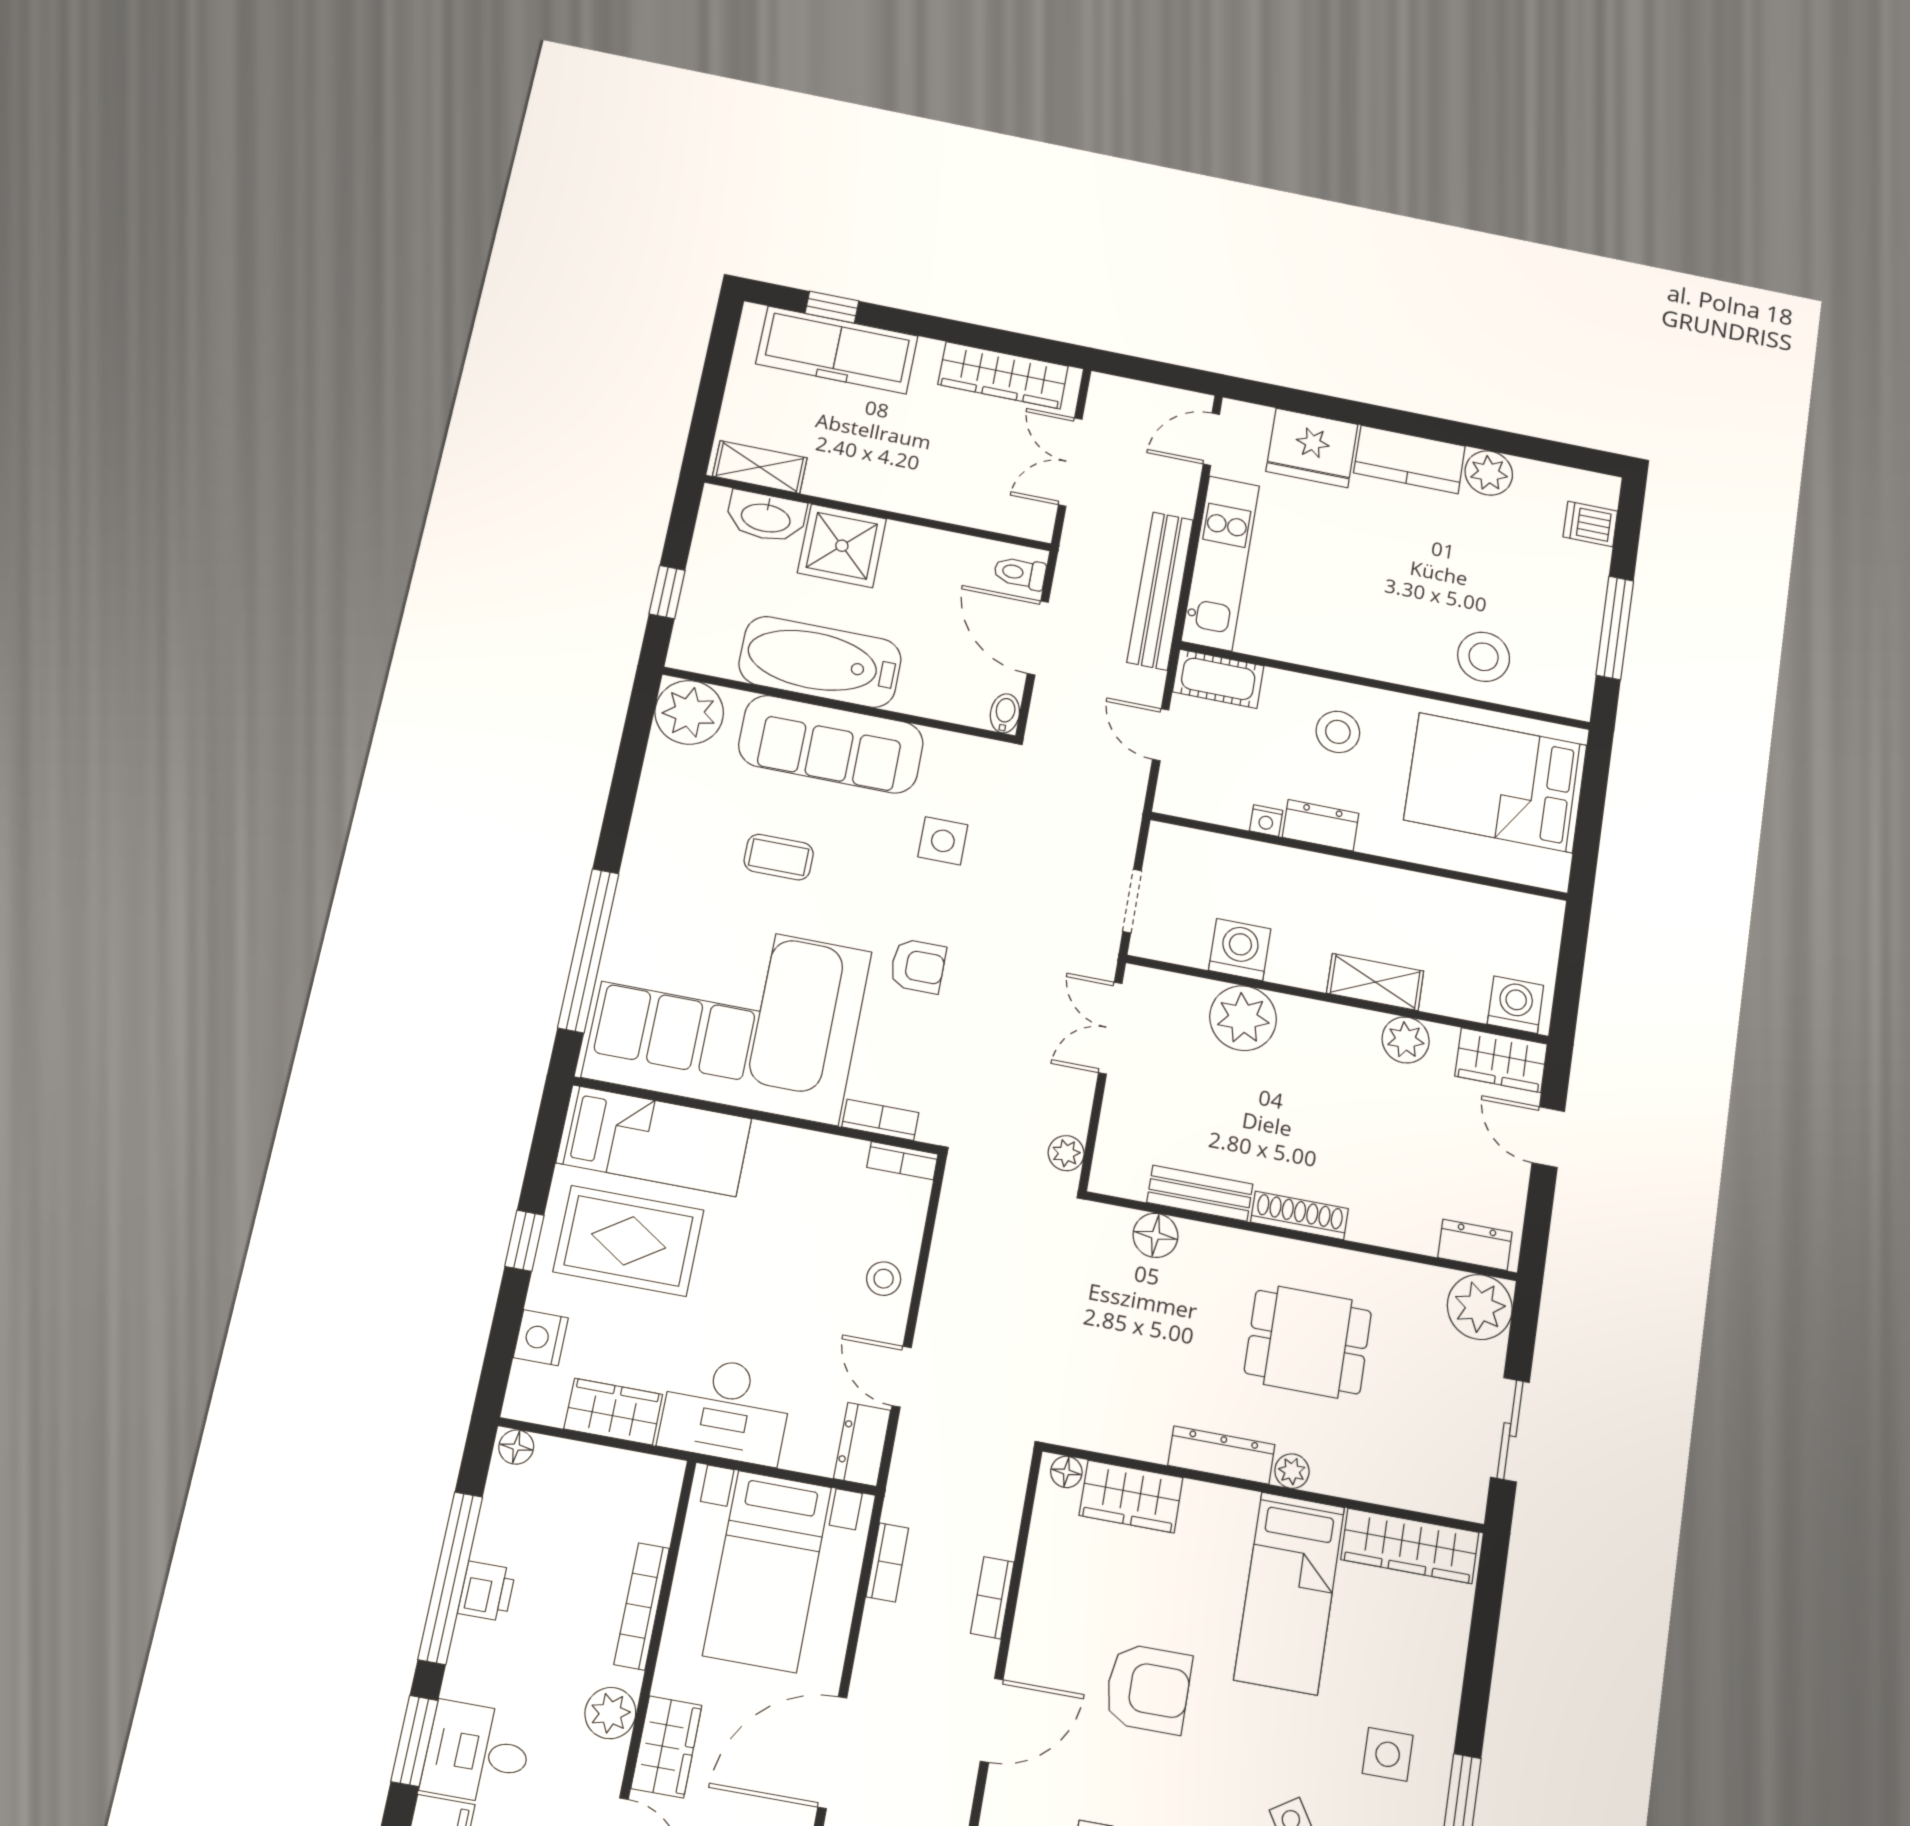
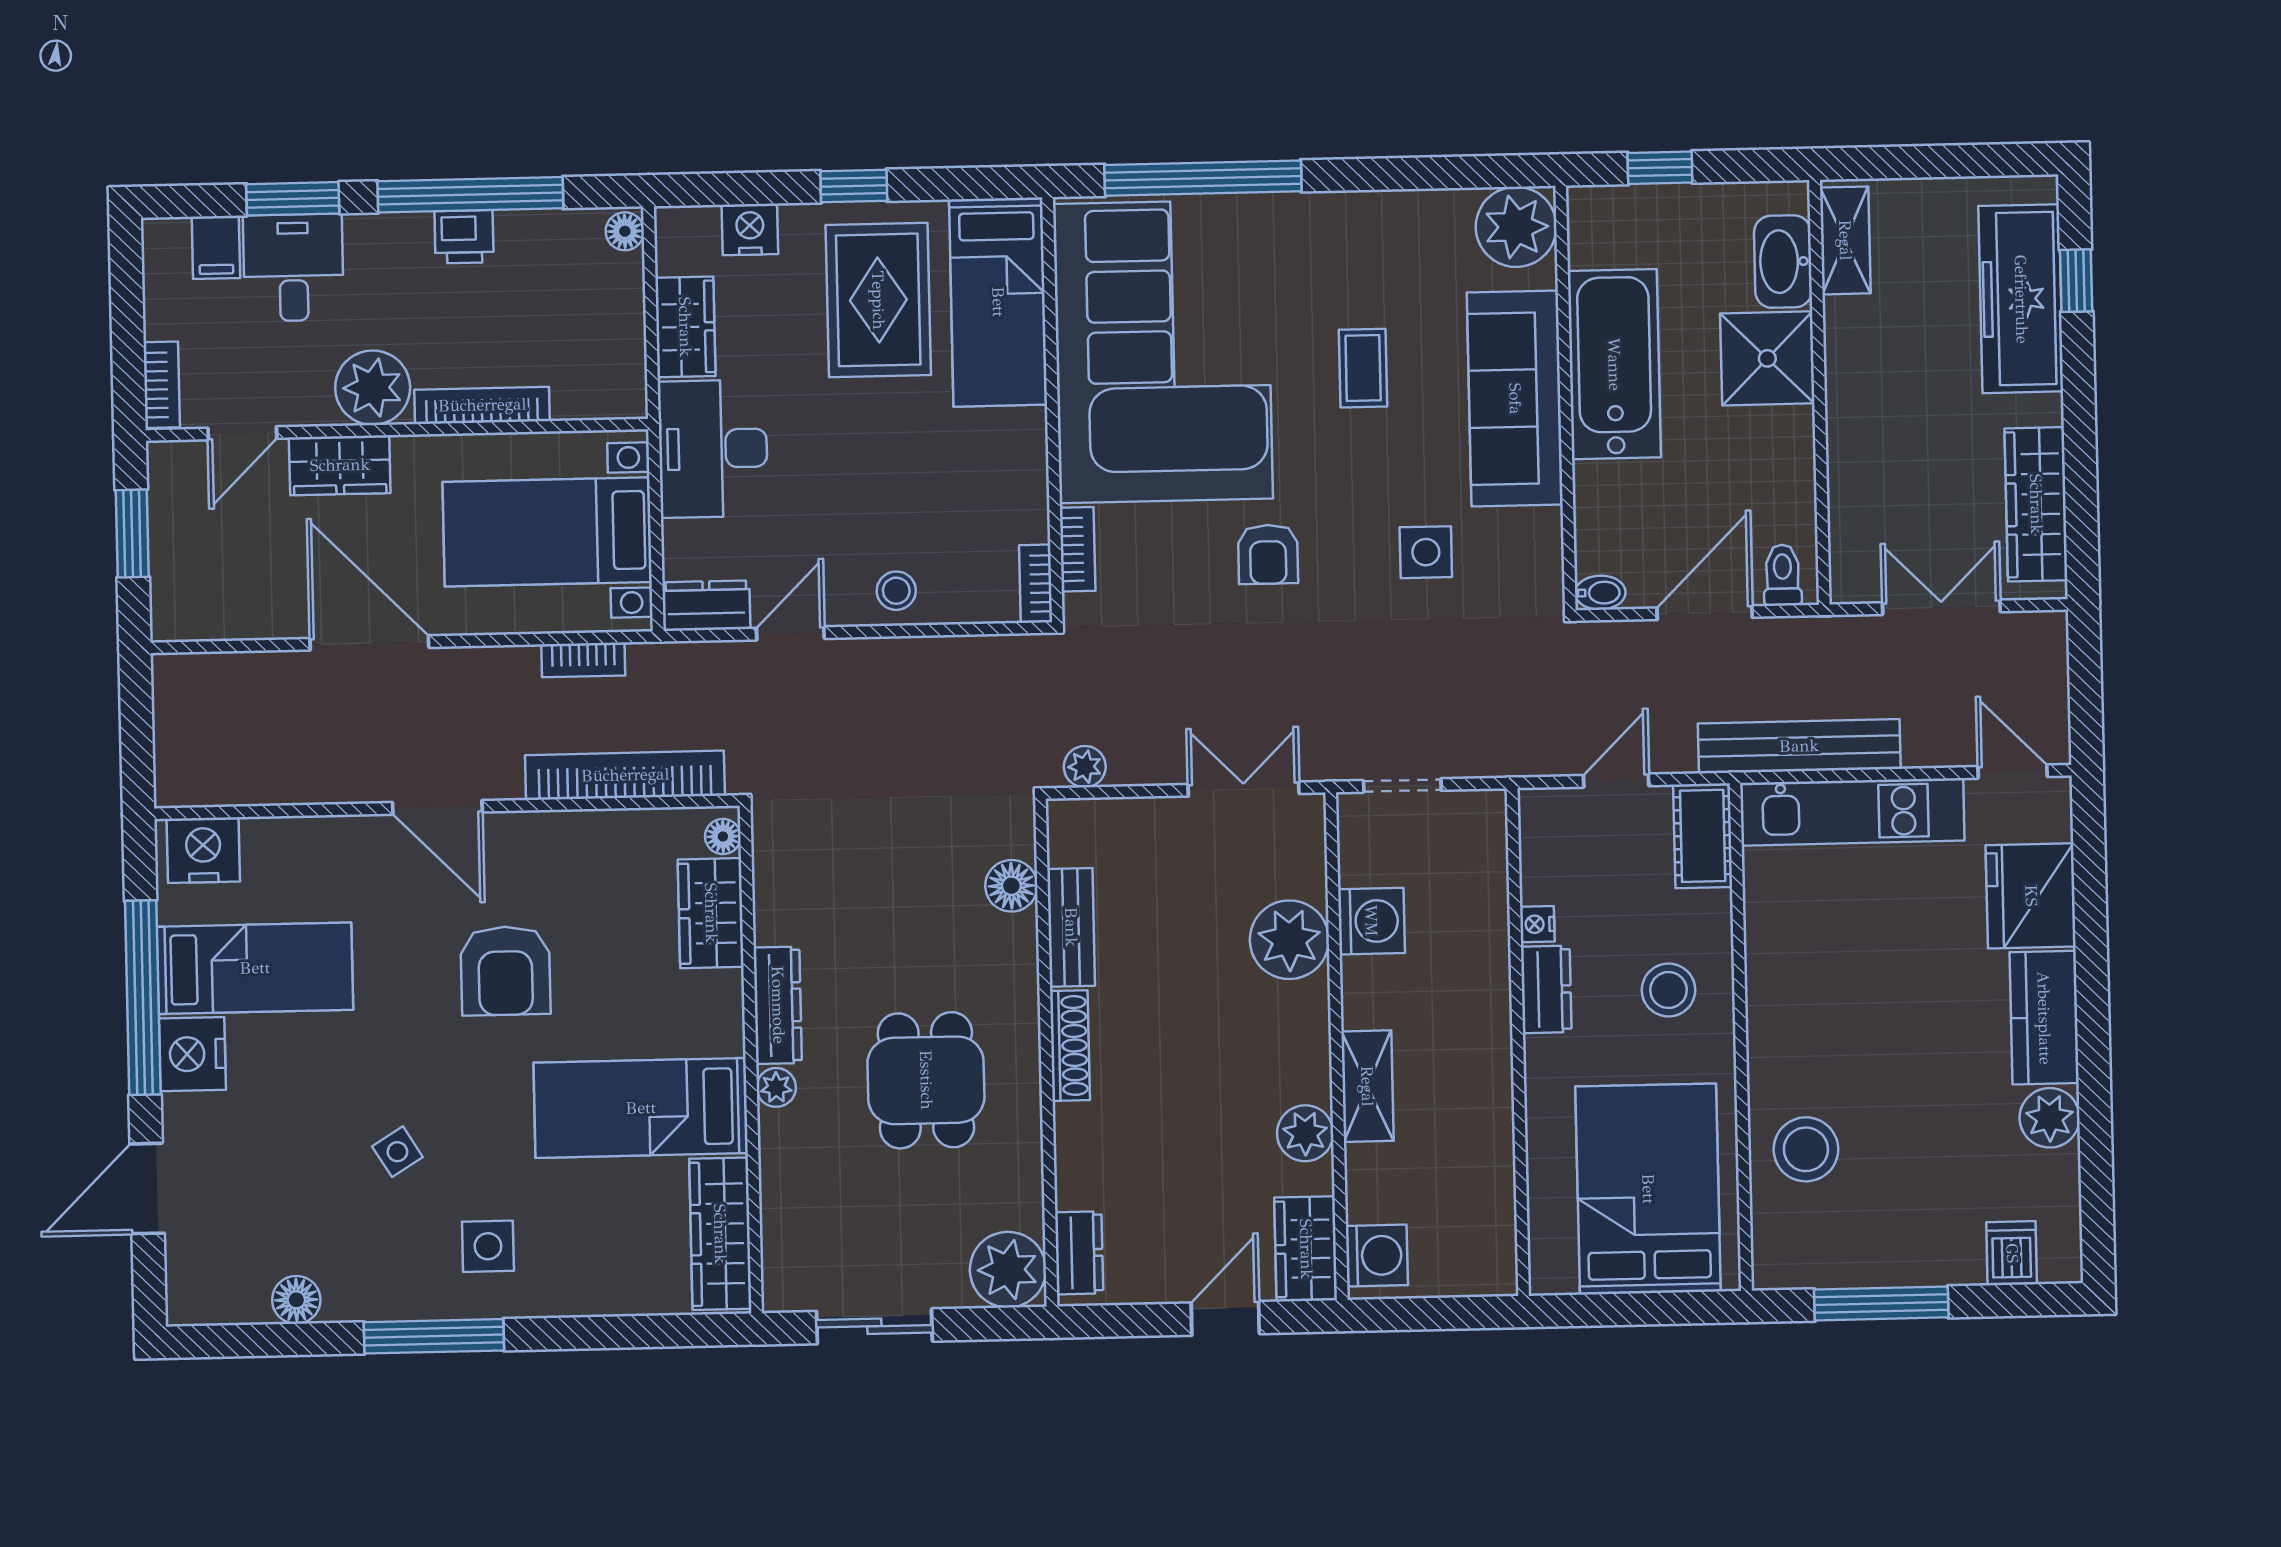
bookcase: (992, 1598) -> (625, 775), width x2.31, depth x1.31
plant: (610, 1713) -> (373, 388), width x1.36, depth x1.36

